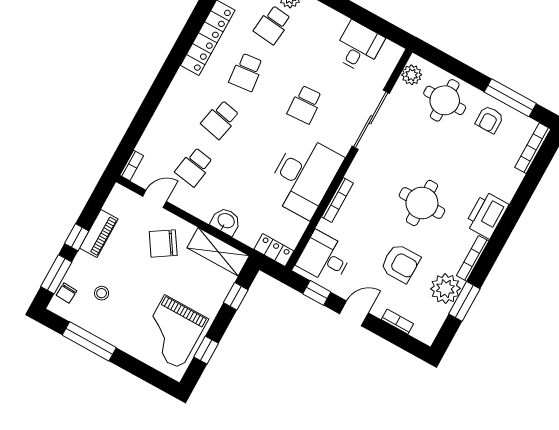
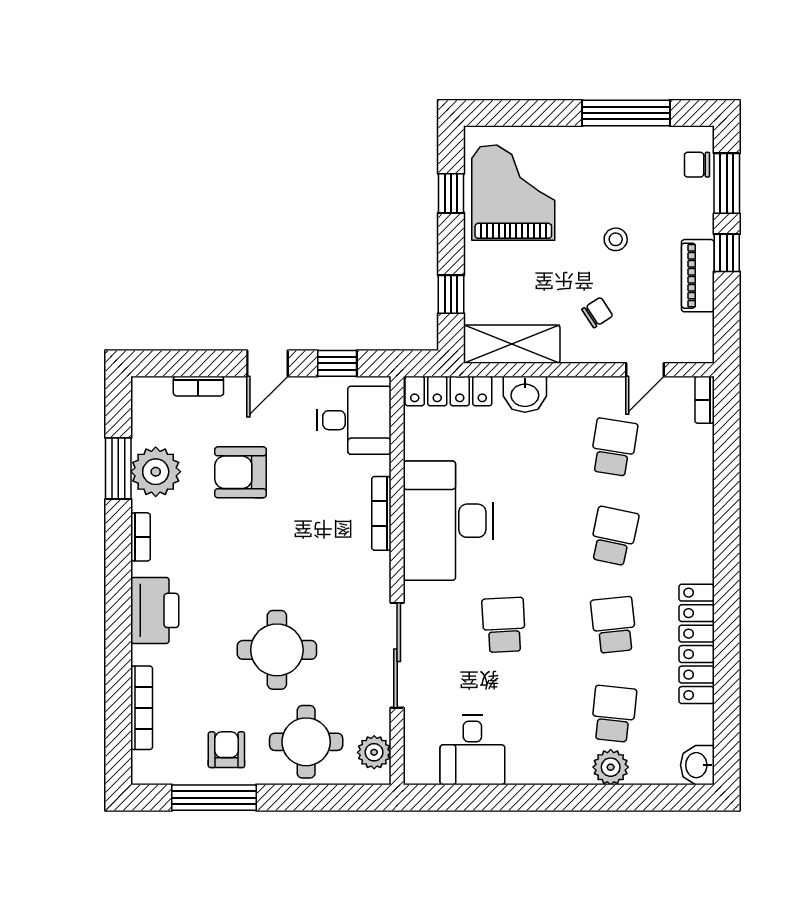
bookcase: (533, 148) -> (142, 708), moved
round table: (422, 203) -> (277, 650), moved
chair: (163, 243) -> (597, 313), width x0.54, depth x0.54
locker: (274, 250) -> (448, 391), width x1.53
bookcase: (473, 258) -> (141, 537), width x0.64
chair: (67, 293) -> (697, 165), turned -93
stool: (102, 293) -> (616, 239), moved

